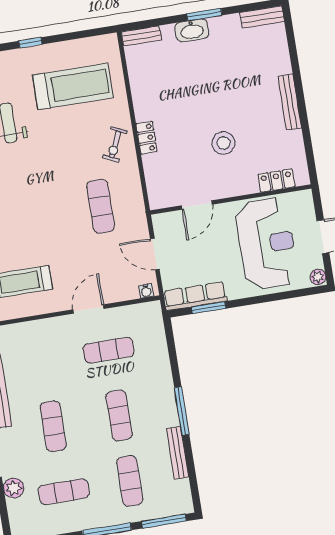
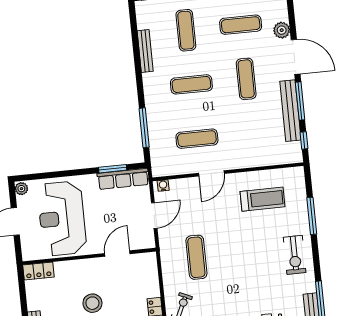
locker: (277, 181) -> (38, 271), moved
door: (155, 254) -> (154, 215), hinge flipped
window: (182, 411) -> (144, 128), moved
exercise mat: (119, 416) -> (191, 84), turned 90

